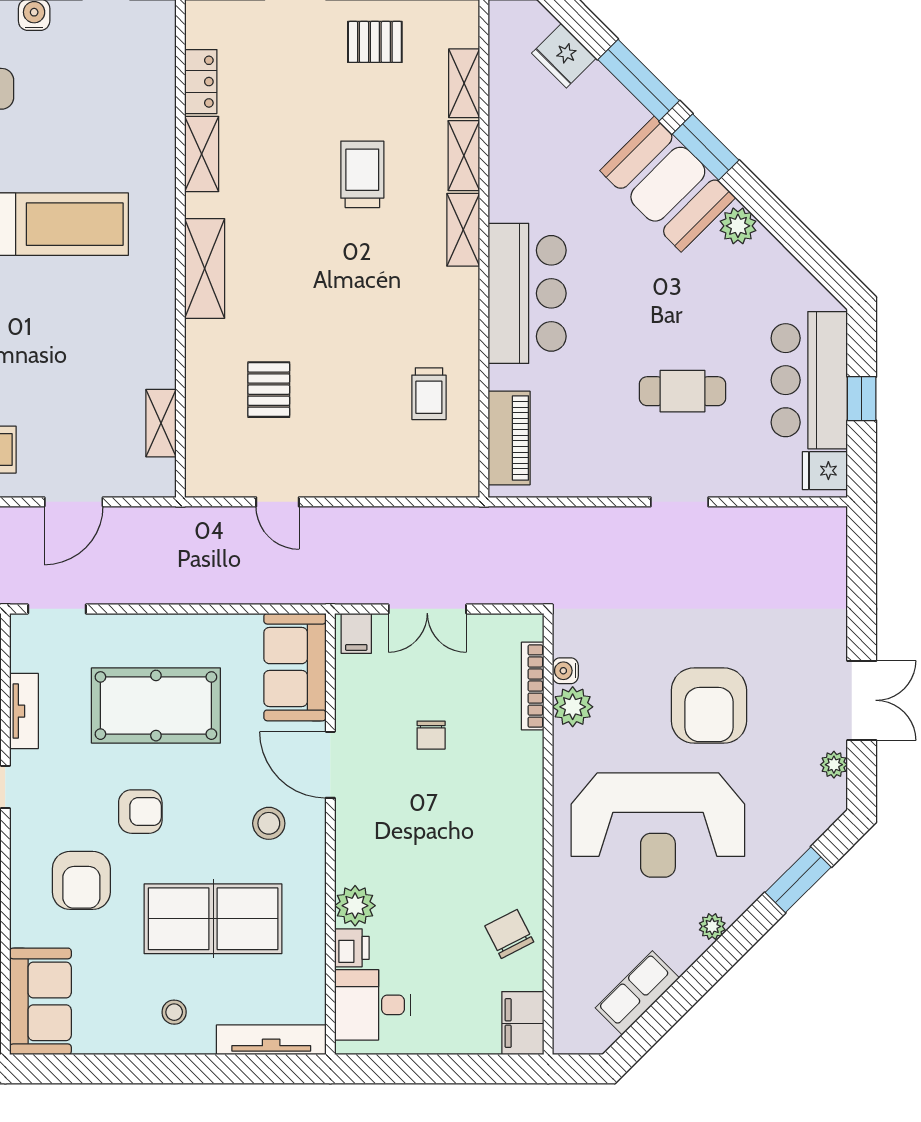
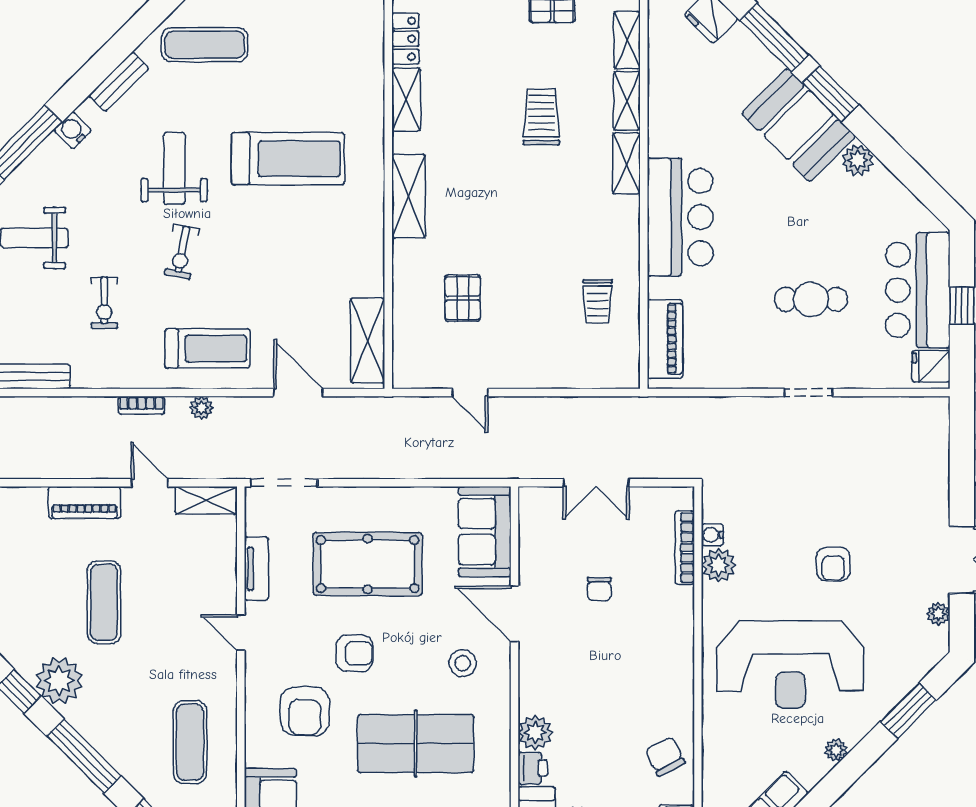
shelving: (161, 423) -> (368, 340), width x1.50, depth x1.33
door: (74, 502) -> (298, 393), swing flipped
doorway: (57, 609) -> (284, 483), width x1.38
filing cabinet: (356, 633) -> (536, 503), removed
armchair: (709, 706) -> (833, 564), width x0.53, depth x0.53

